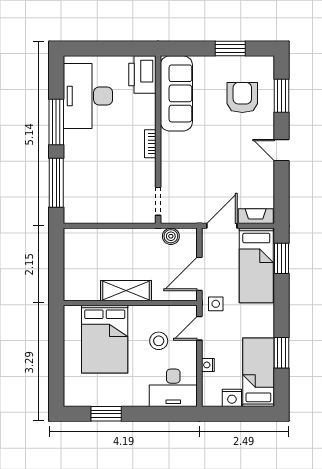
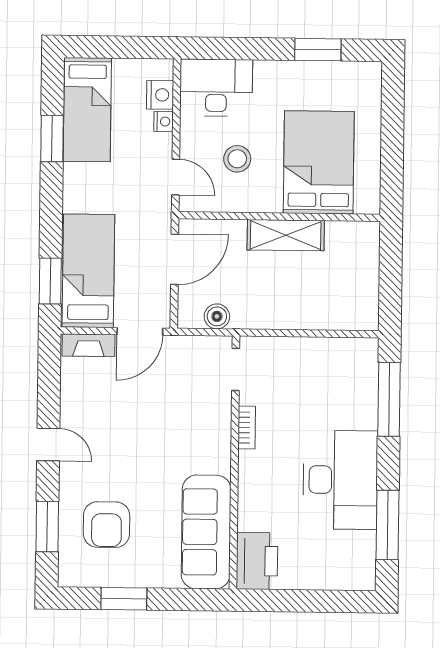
desk: (88, 96) -> (340, 480), moved
window: (56, 122) -> (387, 525), moved
bookcase: (150, 144) -> (247, 427), moved
side table: (216, 304) -> (150, 214), removed
door: (199, 328) -> (176, 177), hinge flipped
nightstand: (232, 398) -> (160, 95), moved, turned 90

